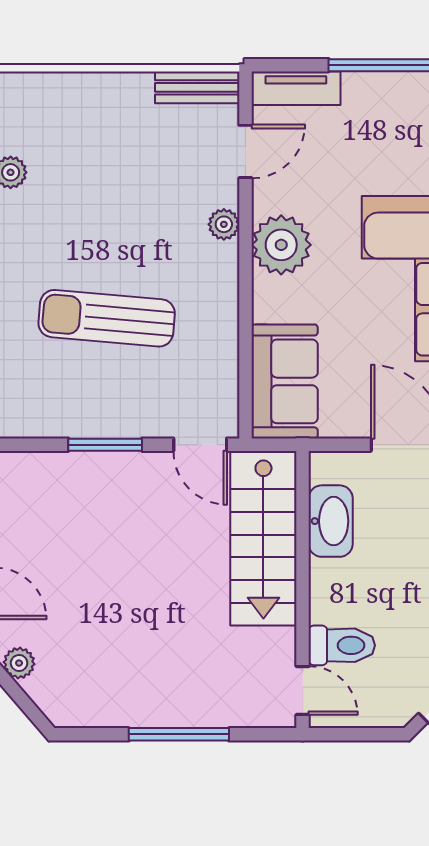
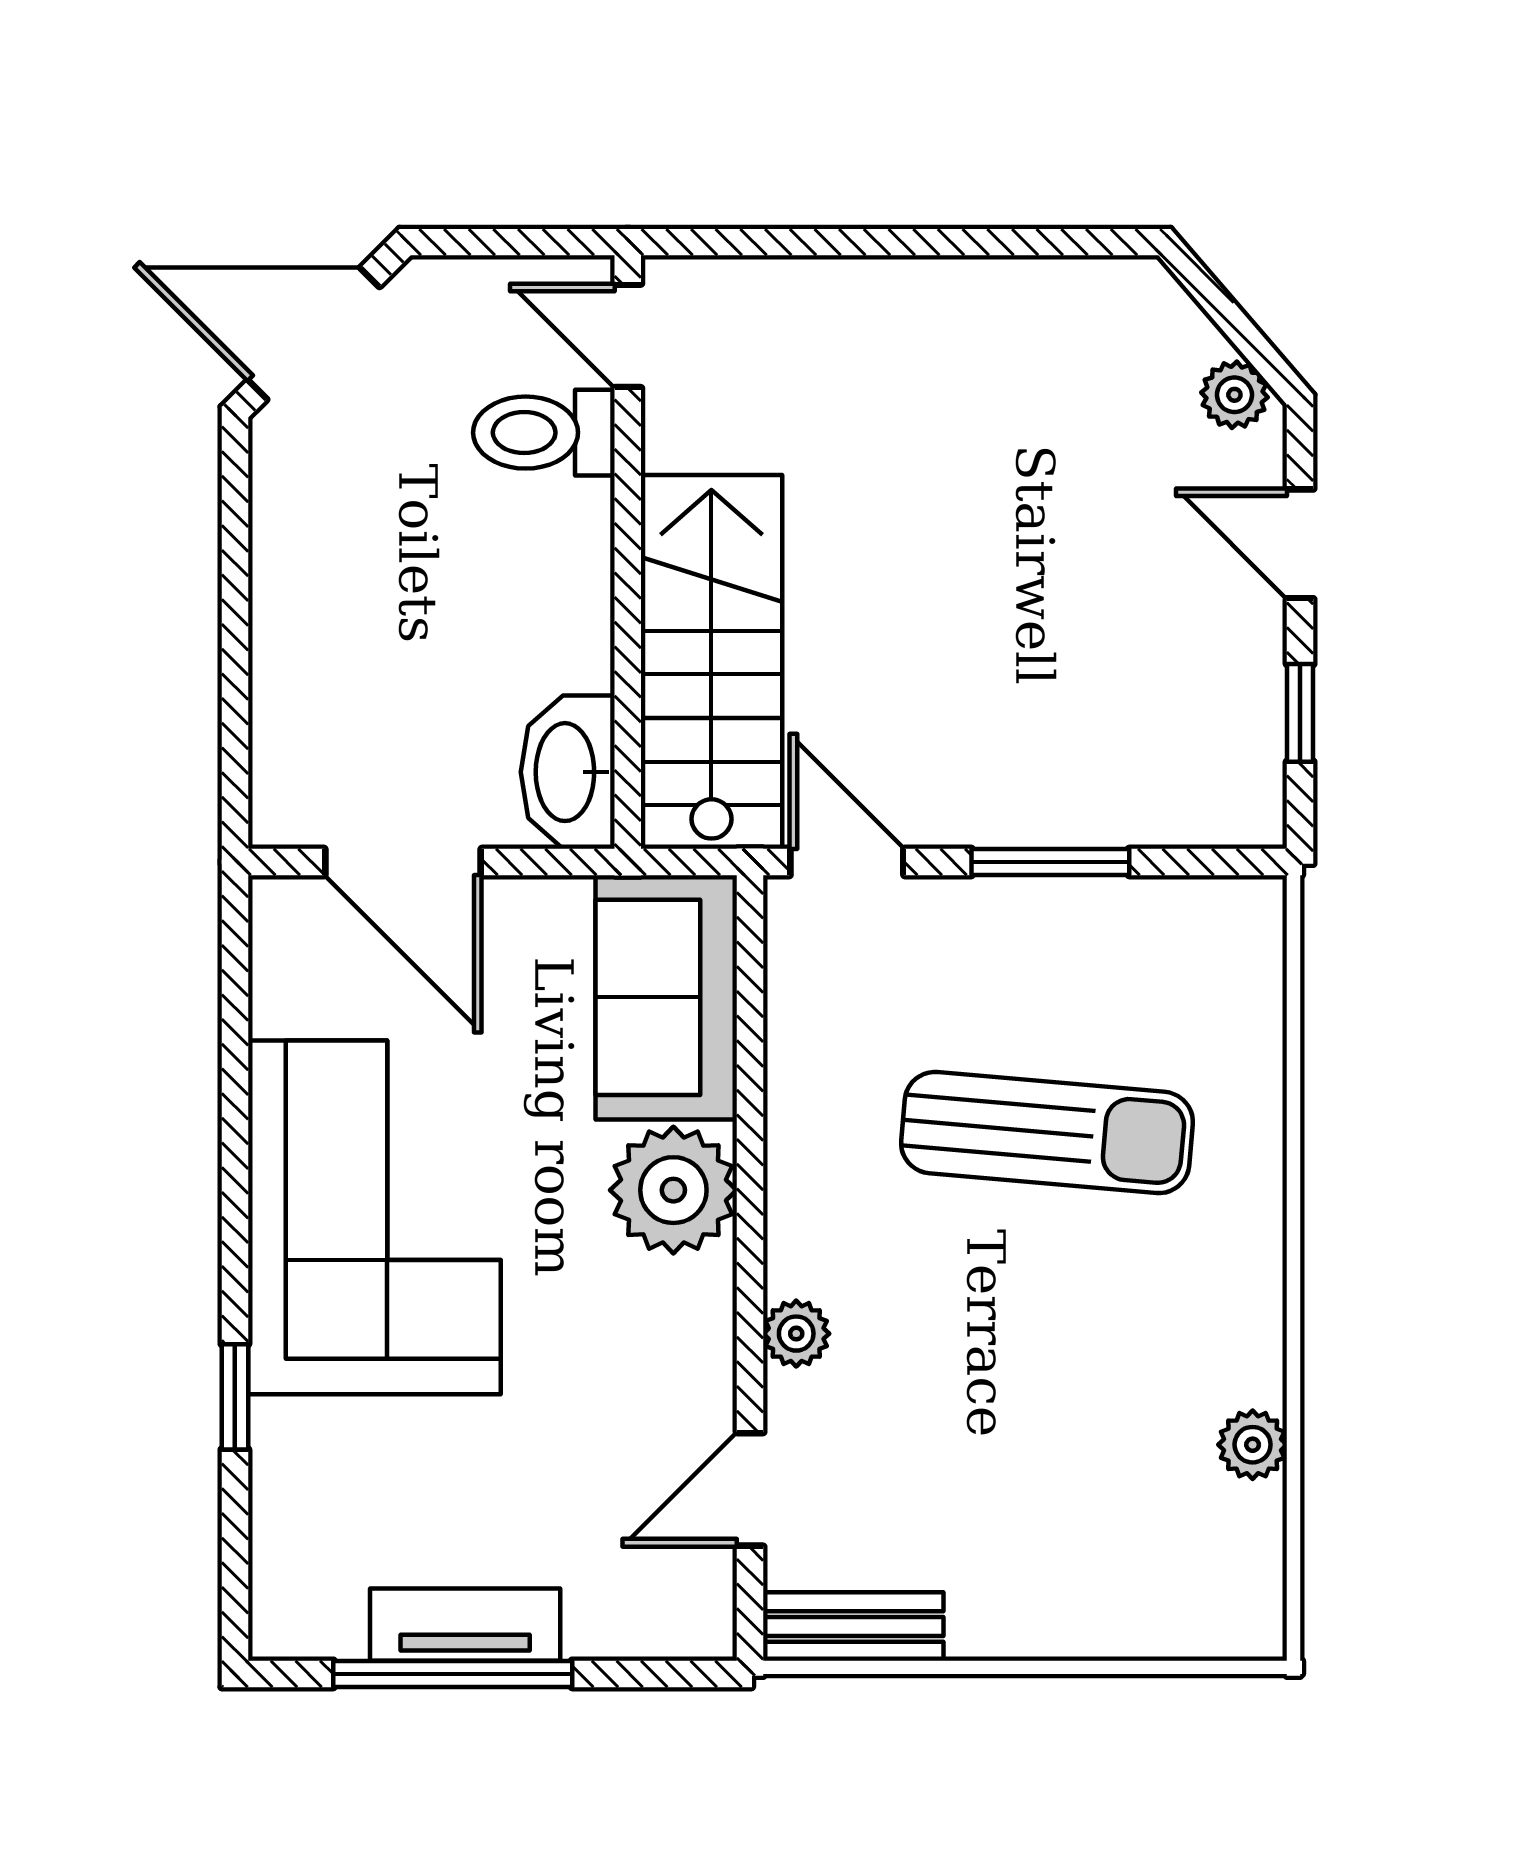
tv unit: (296, 88) -> (465, 1625), moved
plant: (281, 245) -> (673, 1190), moved
washbasin: (331, 521) -> (568, 772), moved
window: (179, 734) -> (892, 242), removed

